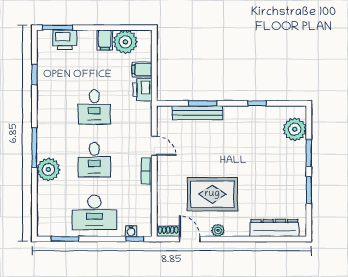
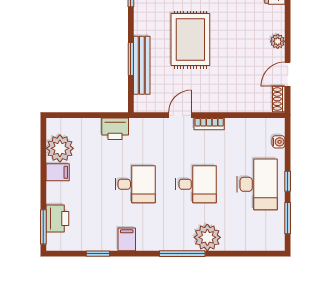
filing cabinet: (142, 70) -> (127, 239), moved, turned 180
rug: (212, 194) -> (190, 40), moved
window: (135, 239) -> (288, 181), moved

